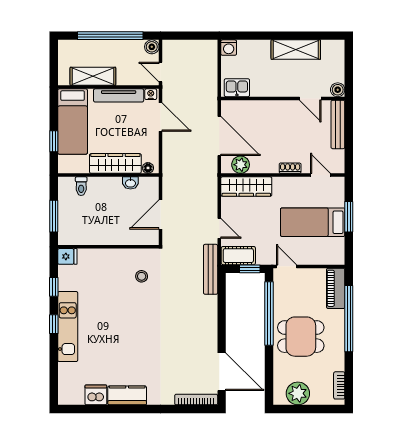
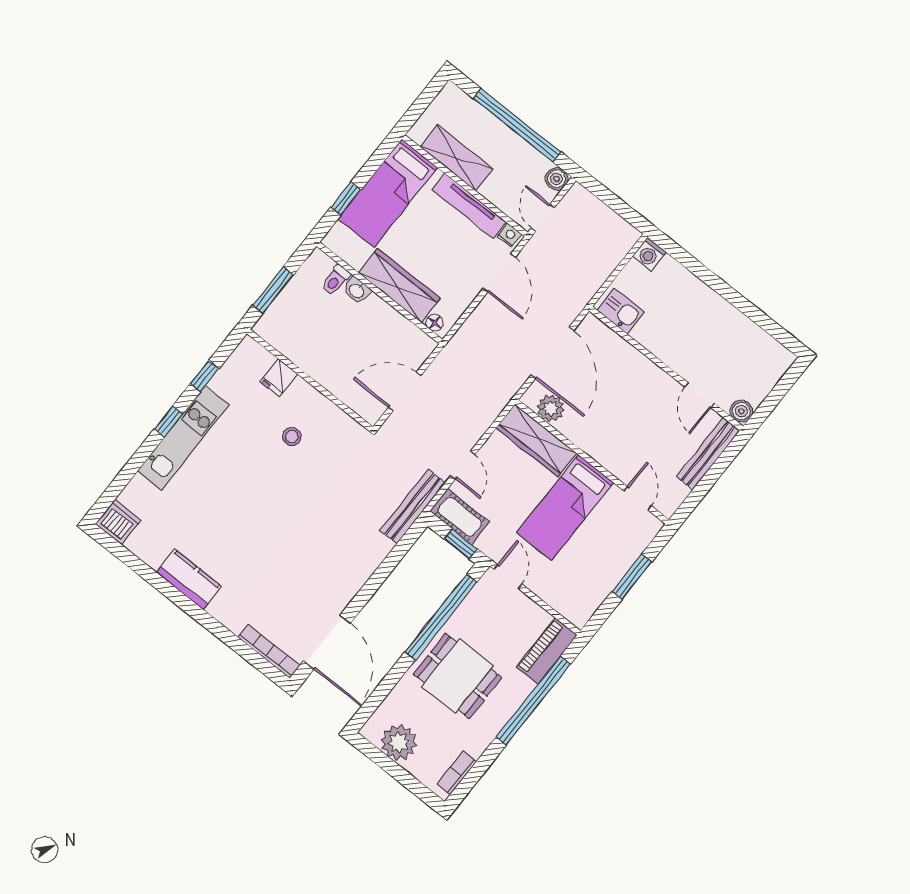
shelving: (296, 50) -> (729, 322), removed
shoe rack: (290, 168) -> (608, 461), removed
washbasin: (130, 183) -> (357, 291), moved
bed: (313, 222) -> (565, 508), moved, turned -90
fridge: (67, 256) -> (279, 378), moved, turned 90
stool: (142, 276) -> (292, 437), moved
dishwasher: (96, 395) -> (118, 522), moved

